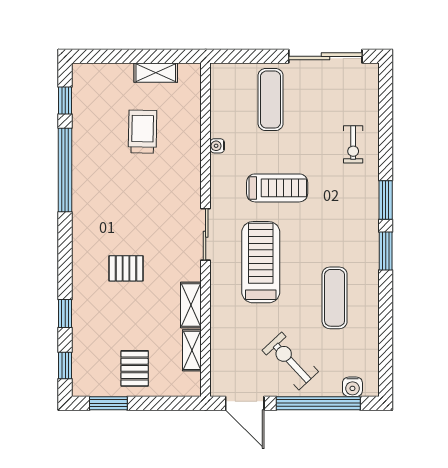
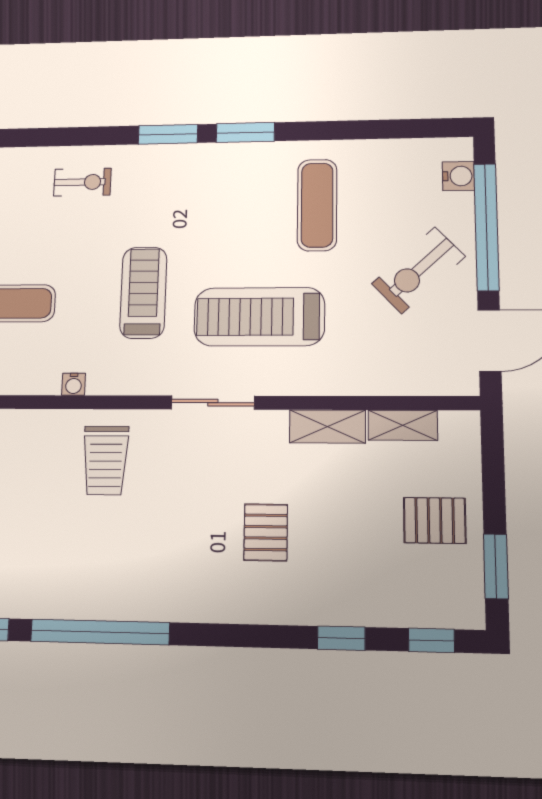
trolley: (142, 132) -> (105, 460), moved, turned -91
exercise mat: (335, 298) -> (317, 205), turned 90

